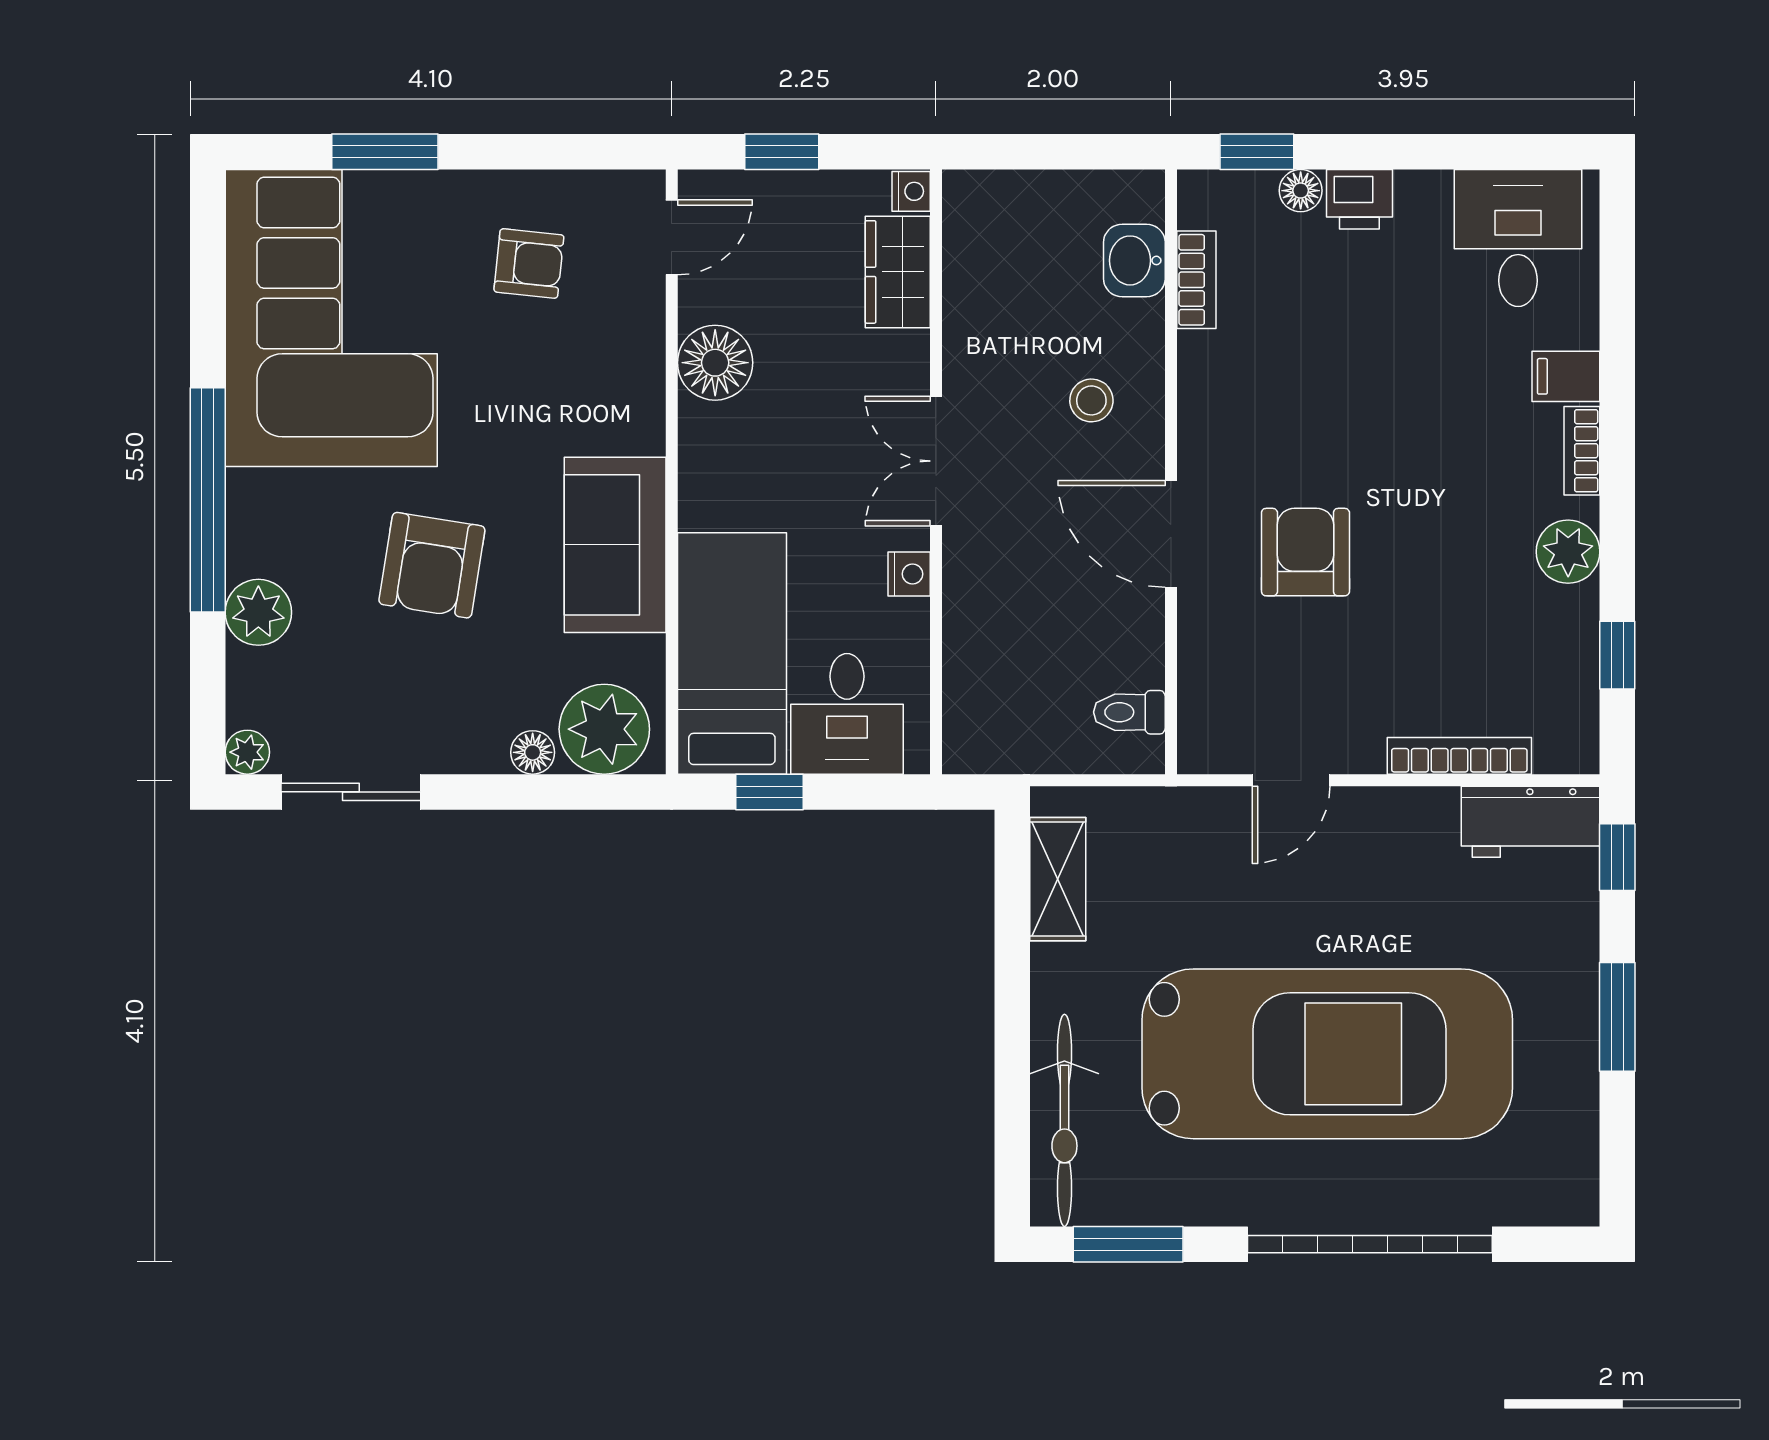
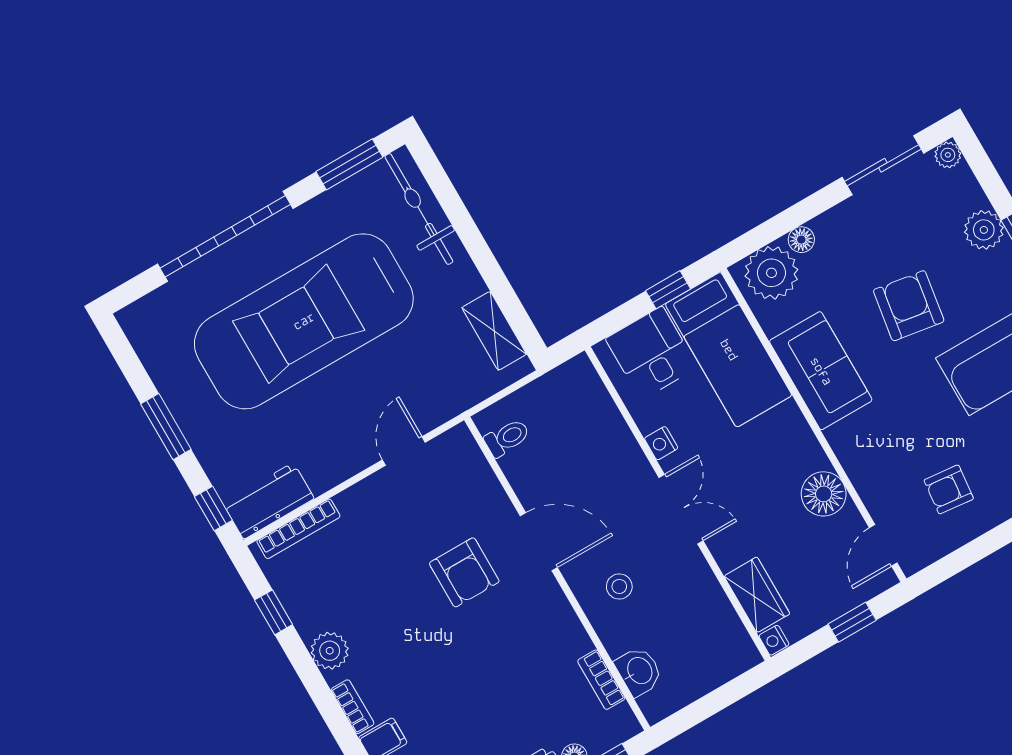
bookcase: (1459, 756) -> (298, 529), moved

